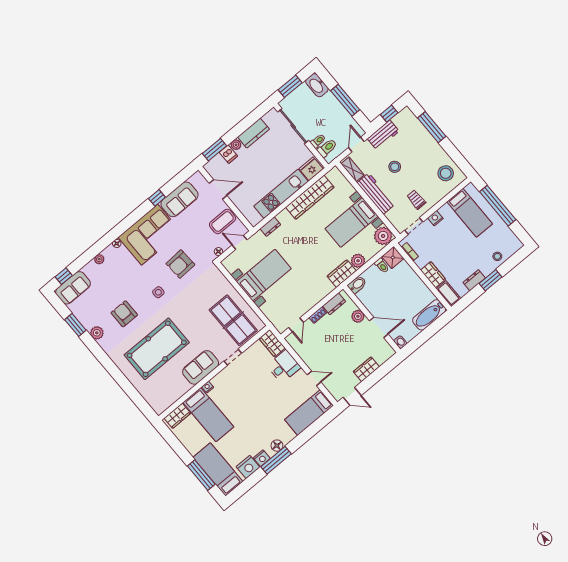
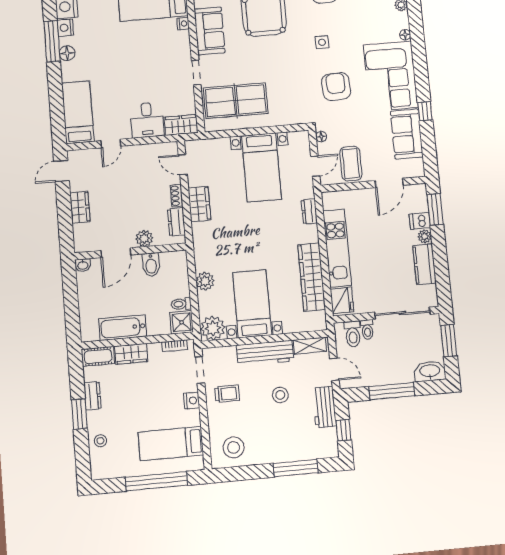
wardrobe: (342, 274) -> (199, 204), moved
bidet: (357, 285) -> (151, 265), moved
bathtub: (429, 315) -> (123, 328), moved, turned -90

